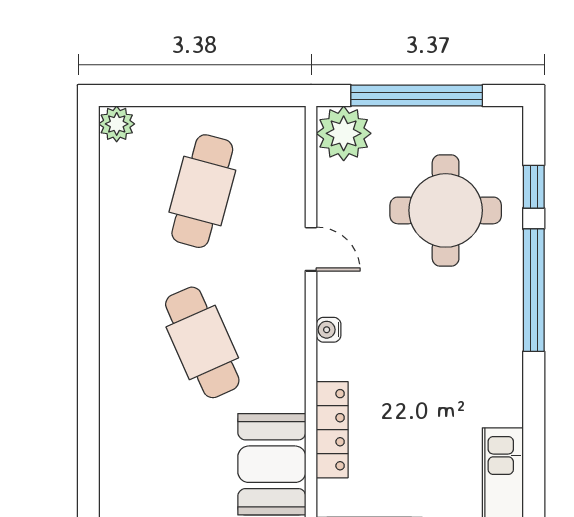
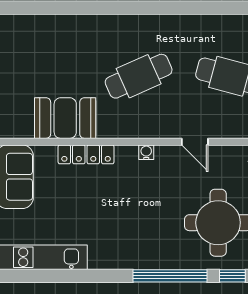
door: (311, 249) -> (195, 142), hinge flipped

